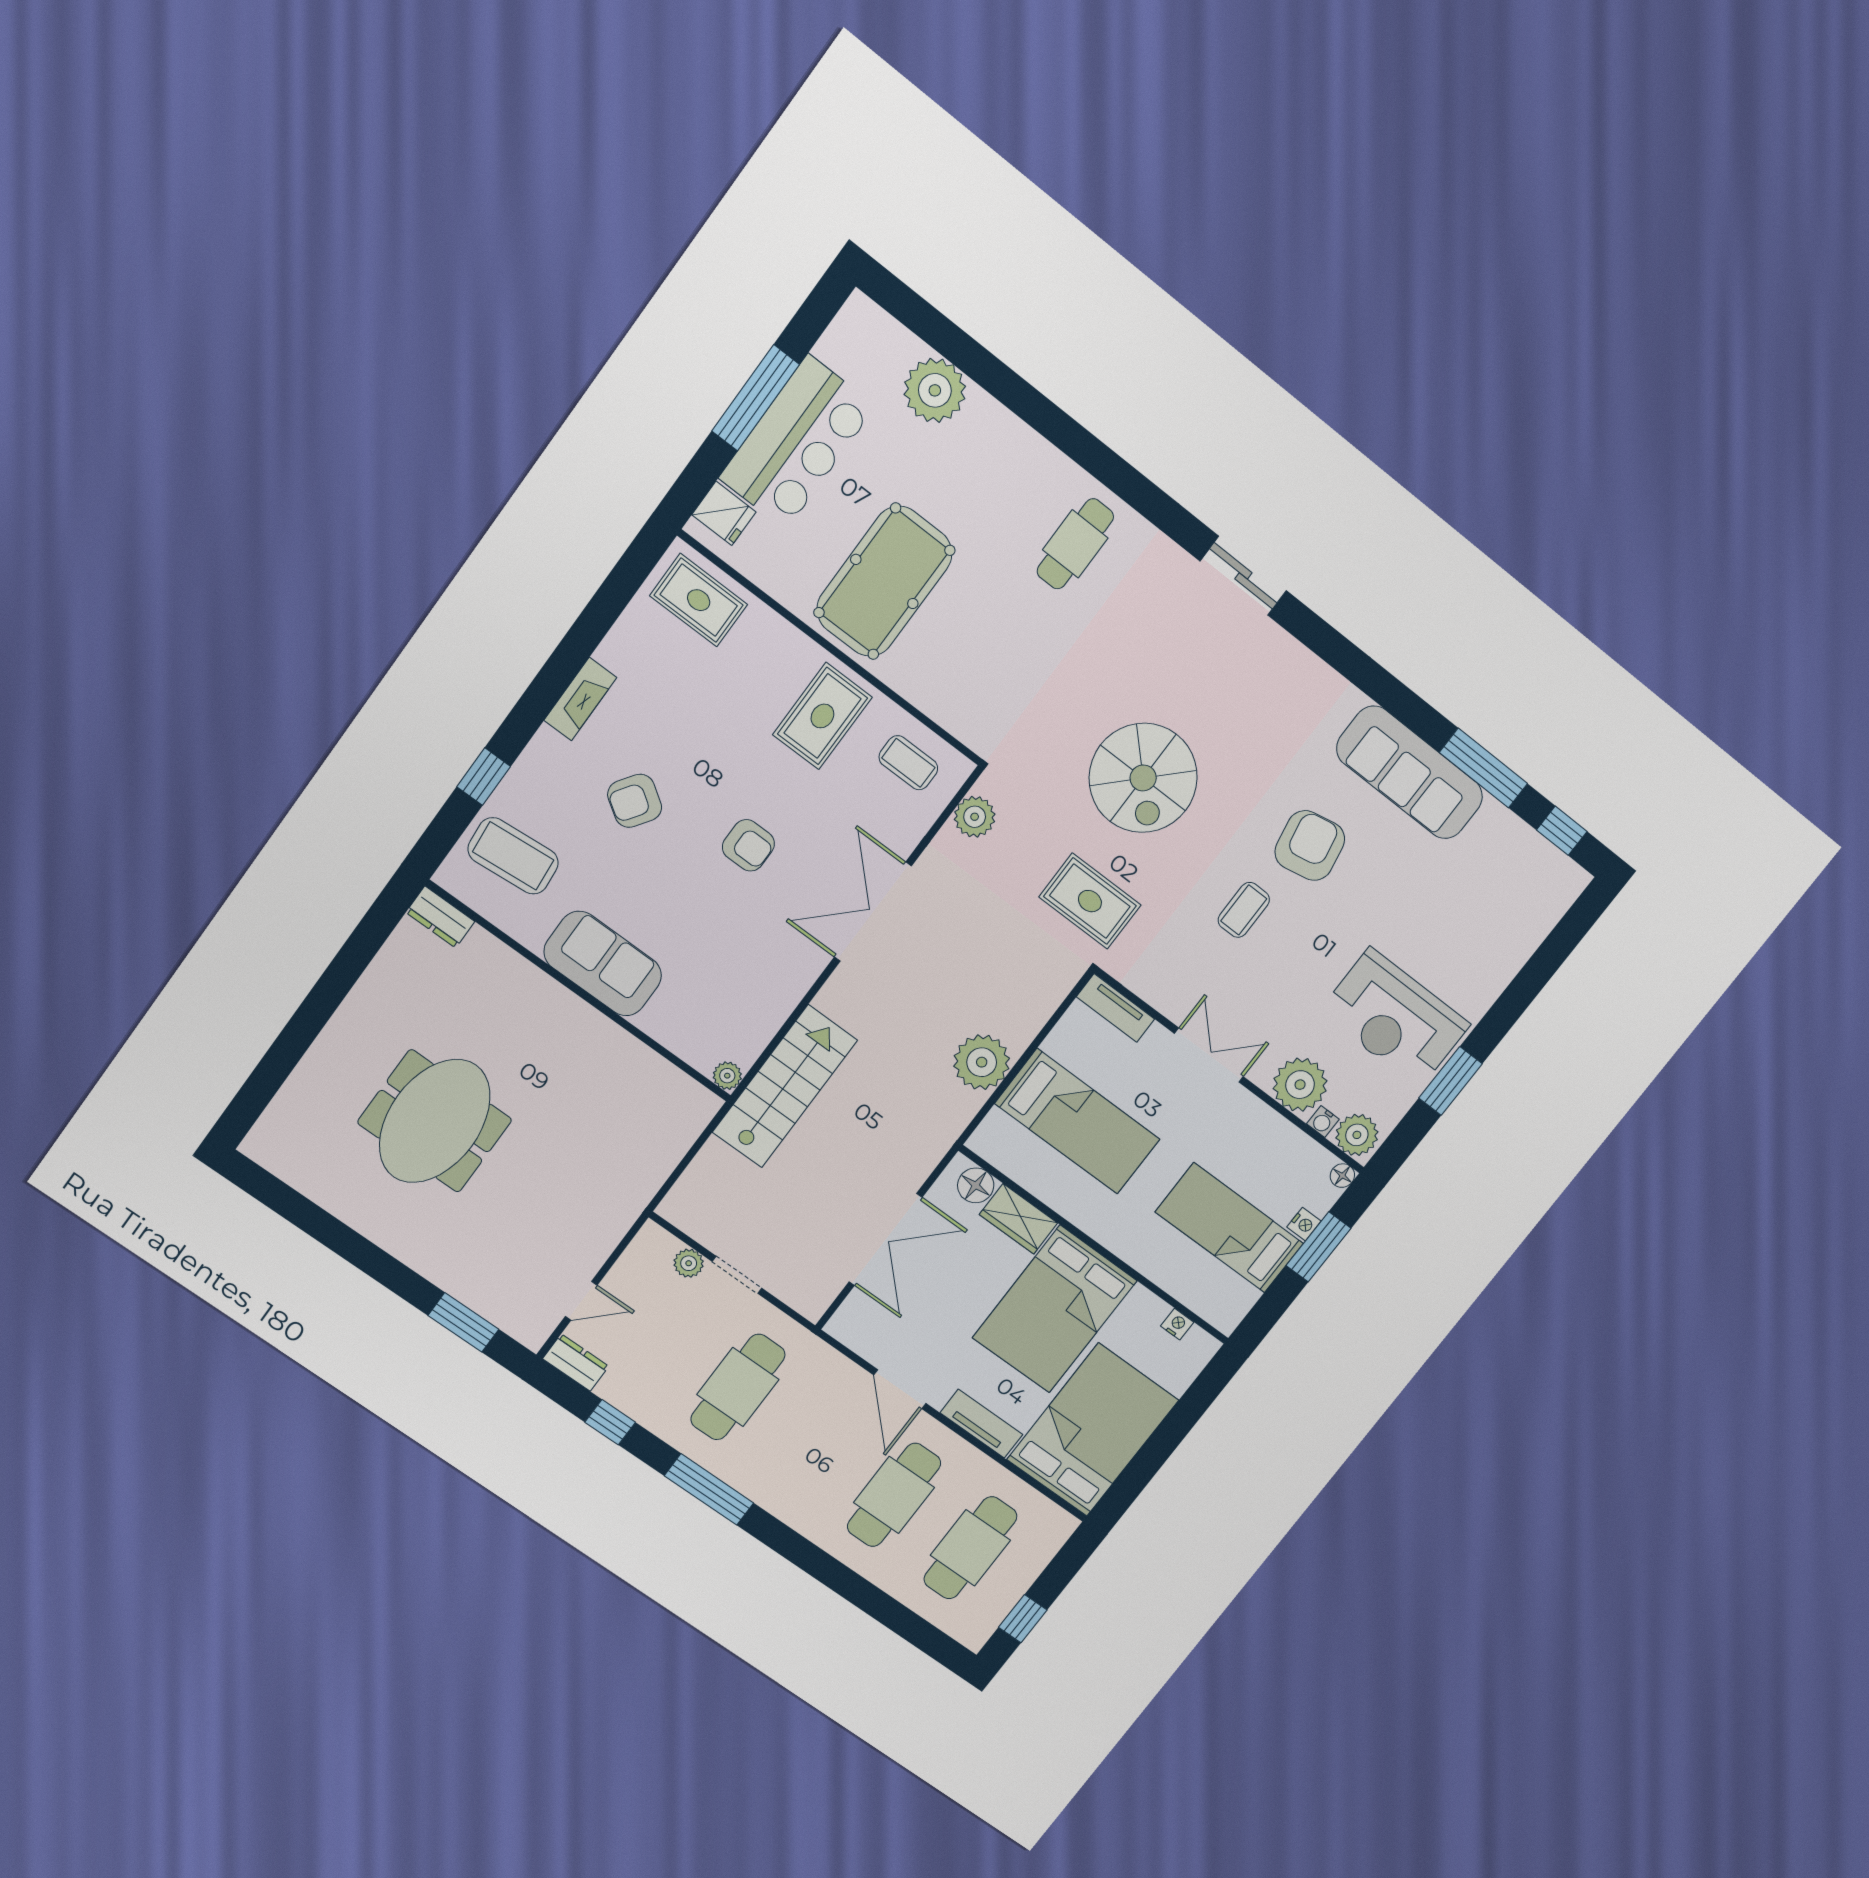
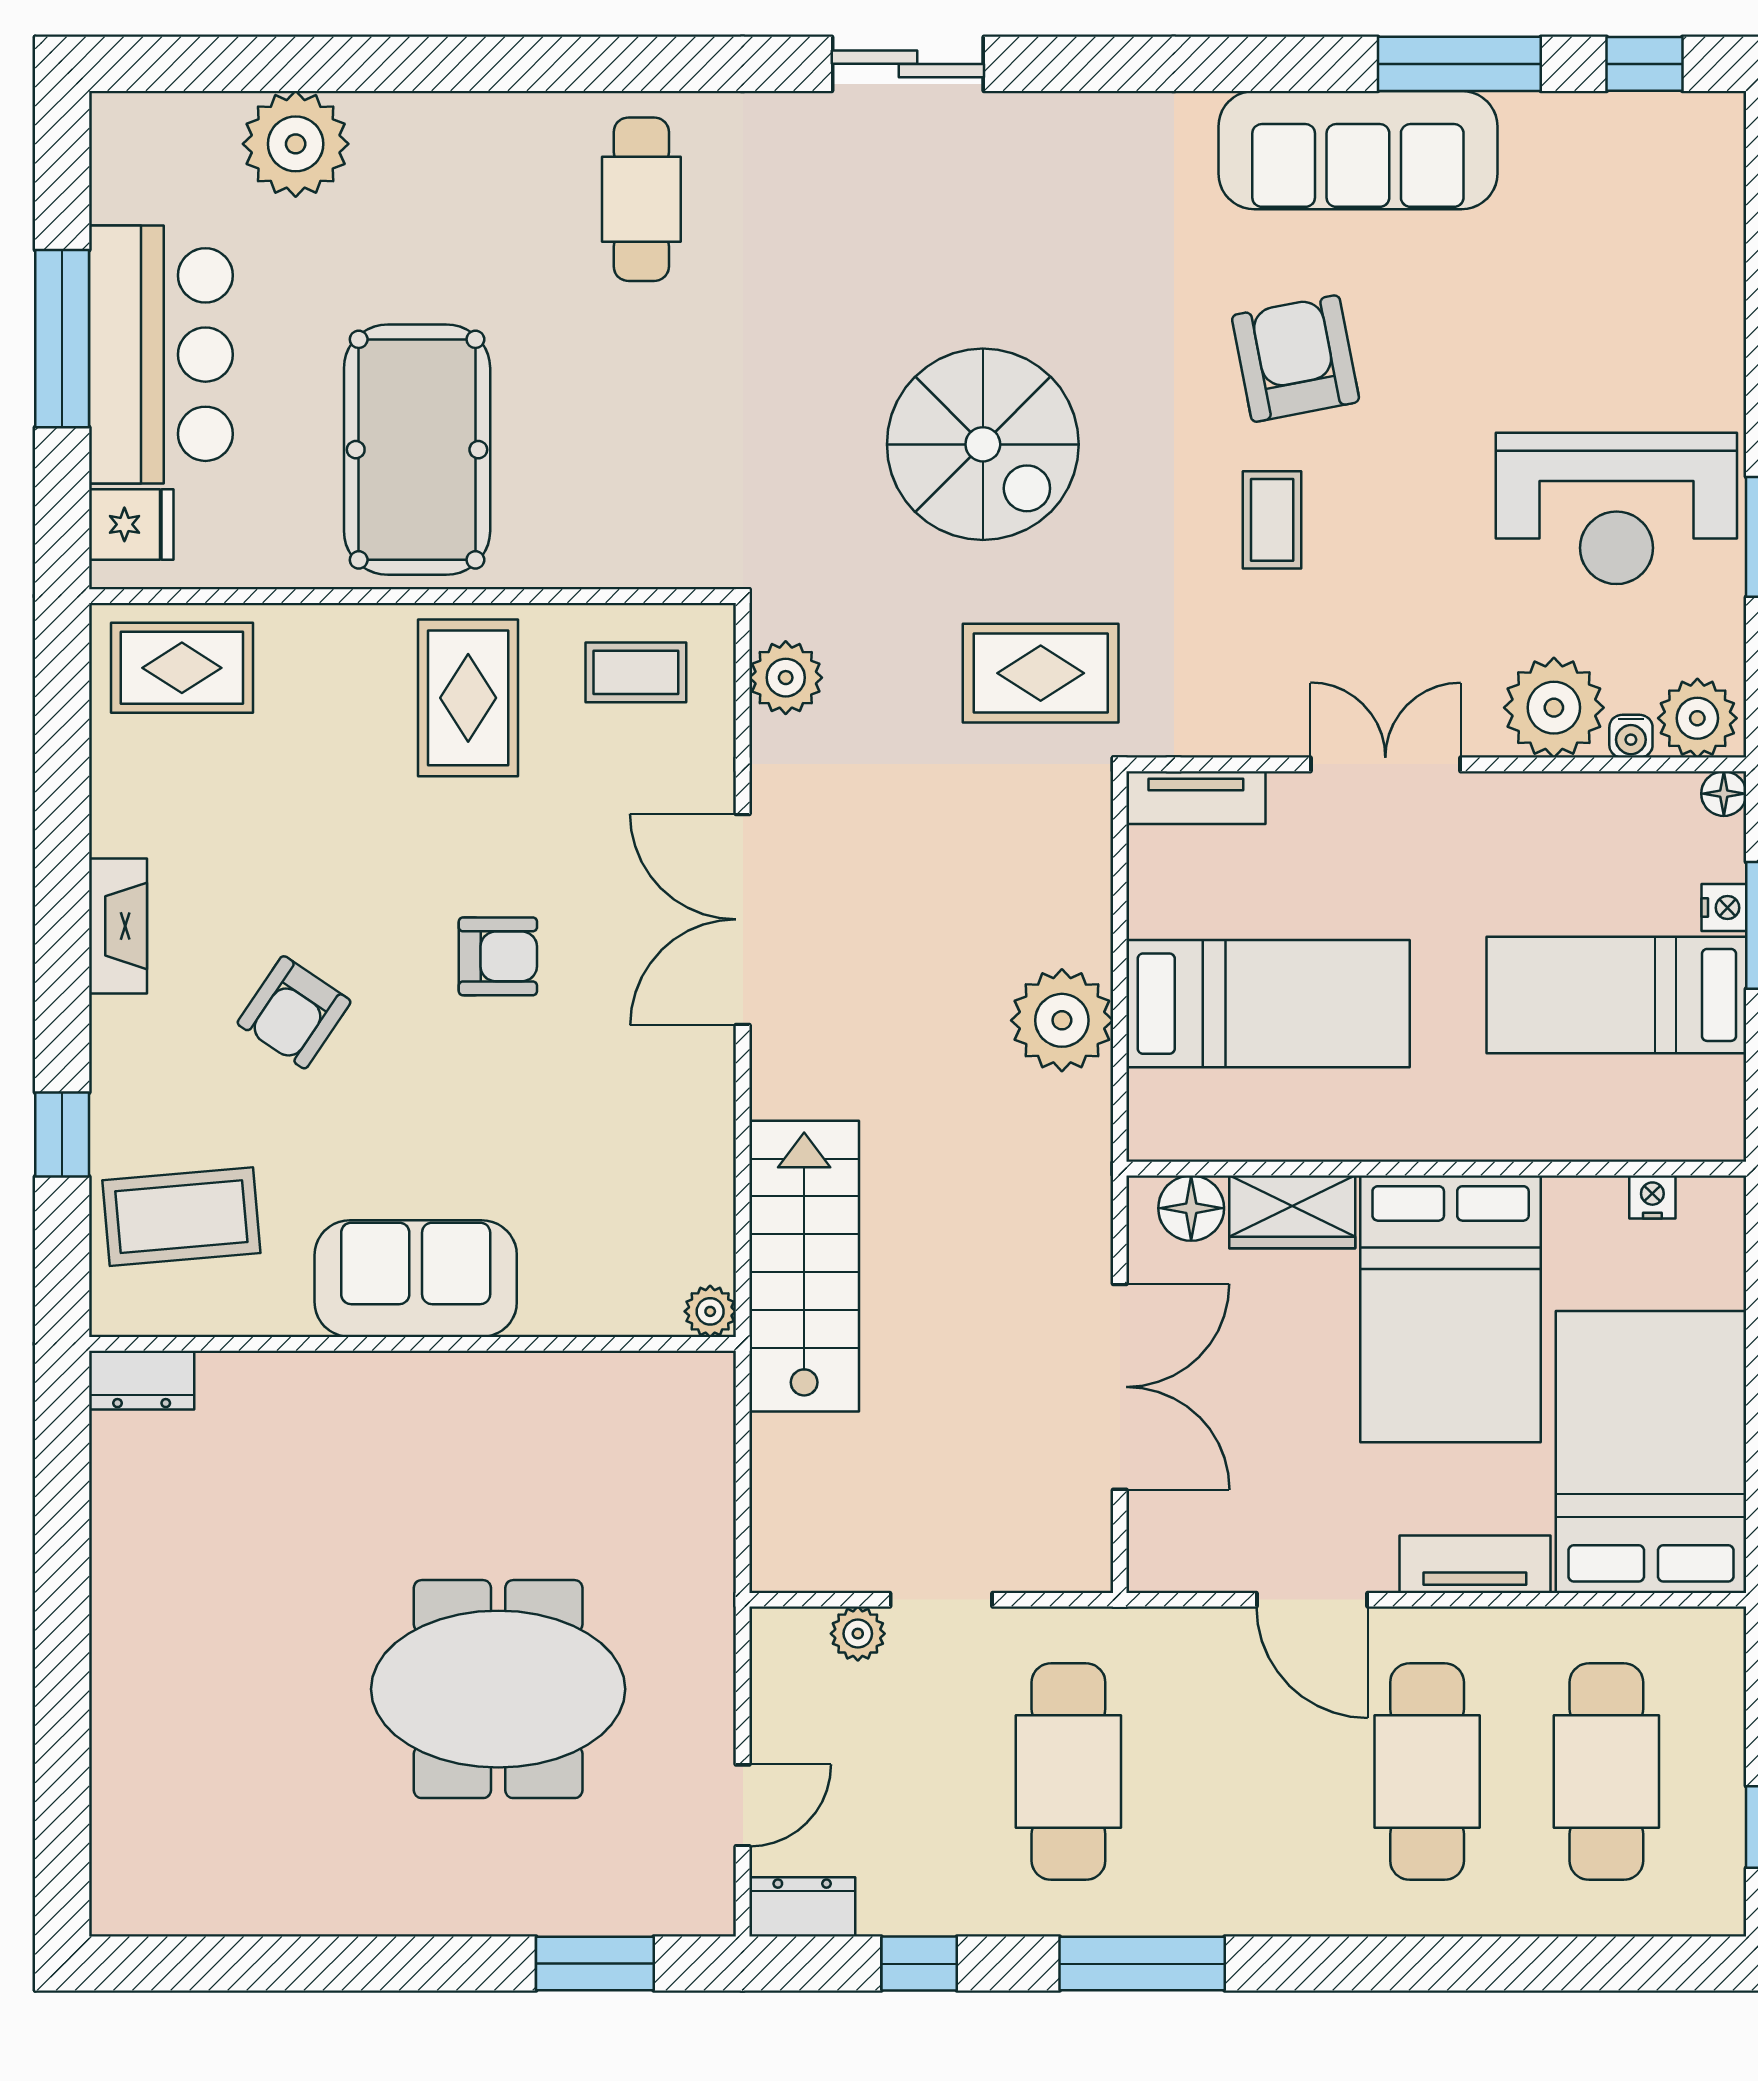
meeting table: (435, 1121) -> (498, 1689), moved, turned 90

